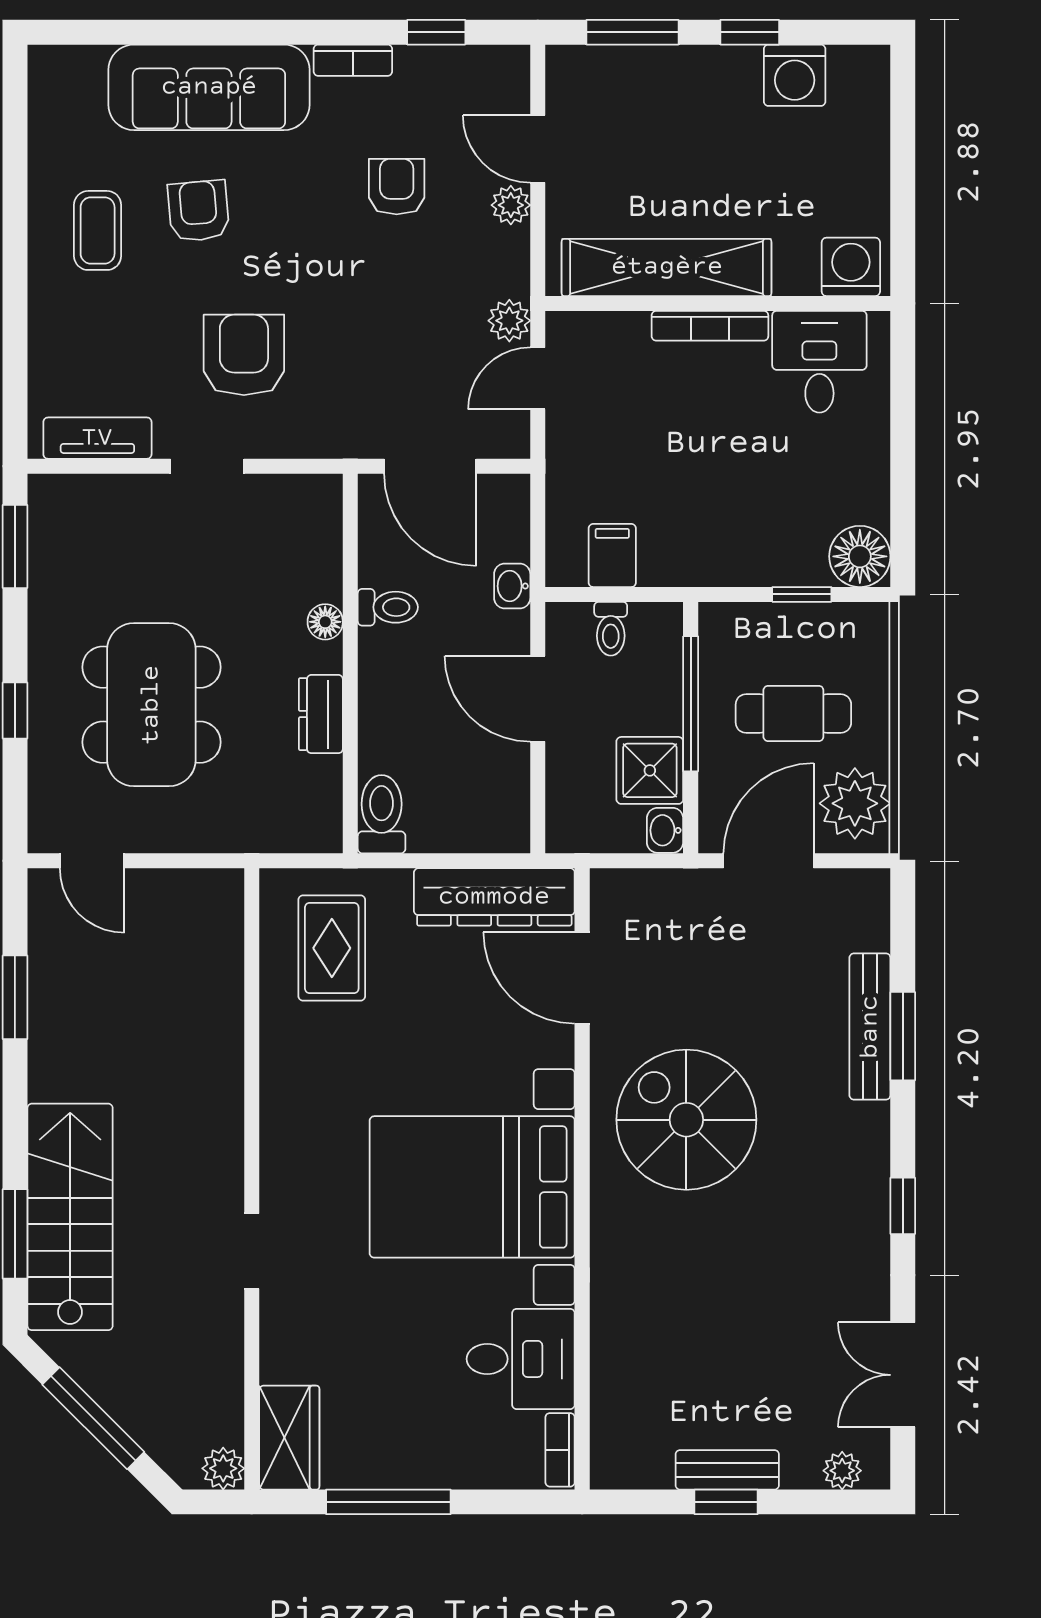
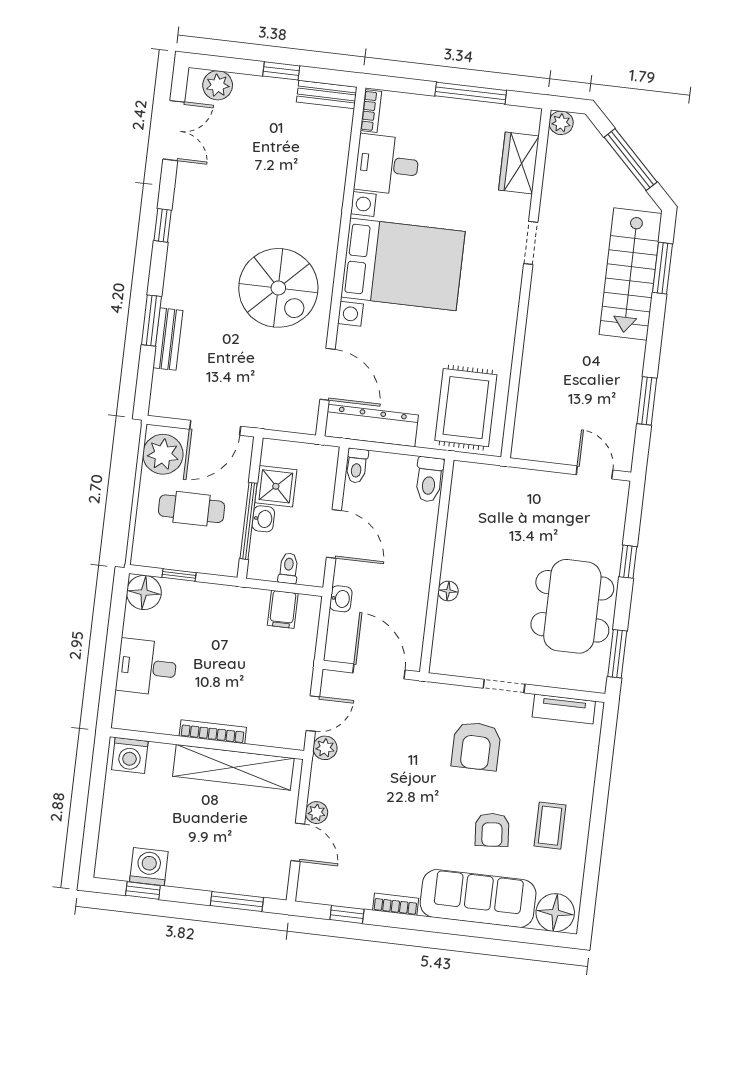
window: (750, 32) -> (143, 890), moved
floor lamp: (70, 78) -> (555, 913), added
armchair: (397, 187) -> (379, 830), removed
desk: (819, 362) -> (147, 667), moved, turned 90
toilet: (388, 607) -> (357, 466), moved, turned -90
dining table: (151, 705) -> (572, 606), moved
dresser: (321, 714) -> (457, 540), removed
washbasin: (665, 830) -> (263, 519), moved
rug: (332, 948) -> (466, 408), width x1.36, depth x1.43
bench: (870, 1027) -> (168, 339), width x0.73
wardrobe: (289, 1438) -> (519, 163), moved
bench: (727, 1470) -> (327, 94), moved
plant: (842, 1471) -> (218, 85), width x1.38, depth x1.38

